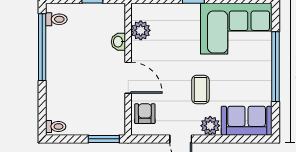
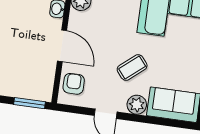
coffee table: (200, 89) -> (132, 67), turned 50

